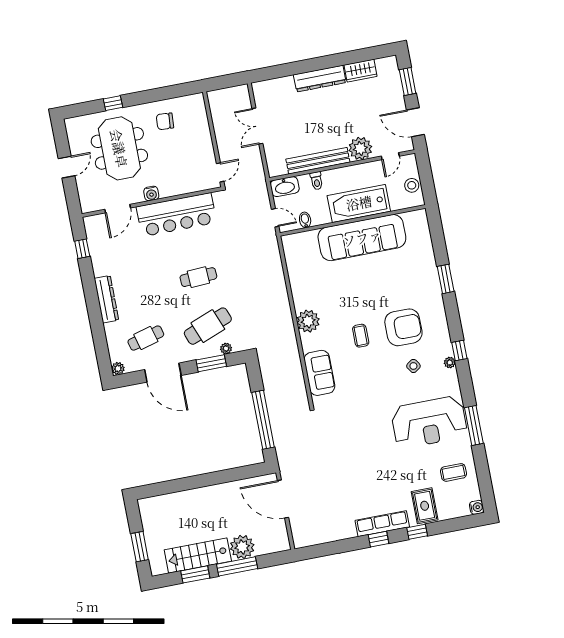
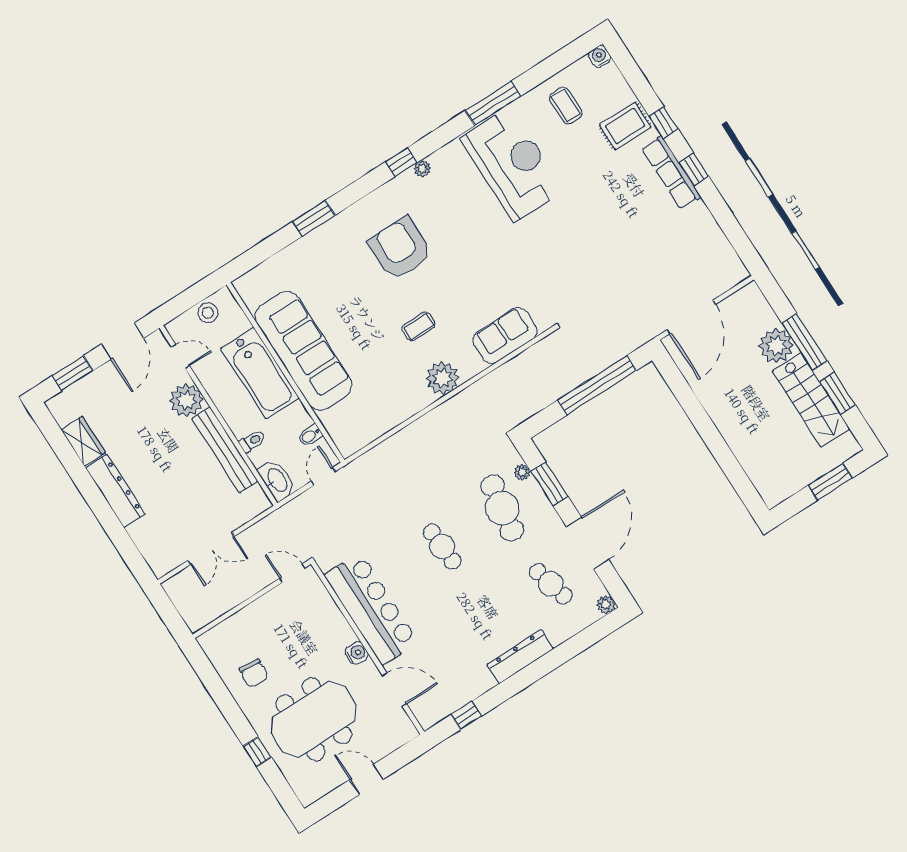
cafe table: (208, 326) -> (502, 508), turned 30
coffee table: (361, 336) -> (418, 326), moved
side table: (413, 366) -> (446, 215), removed

